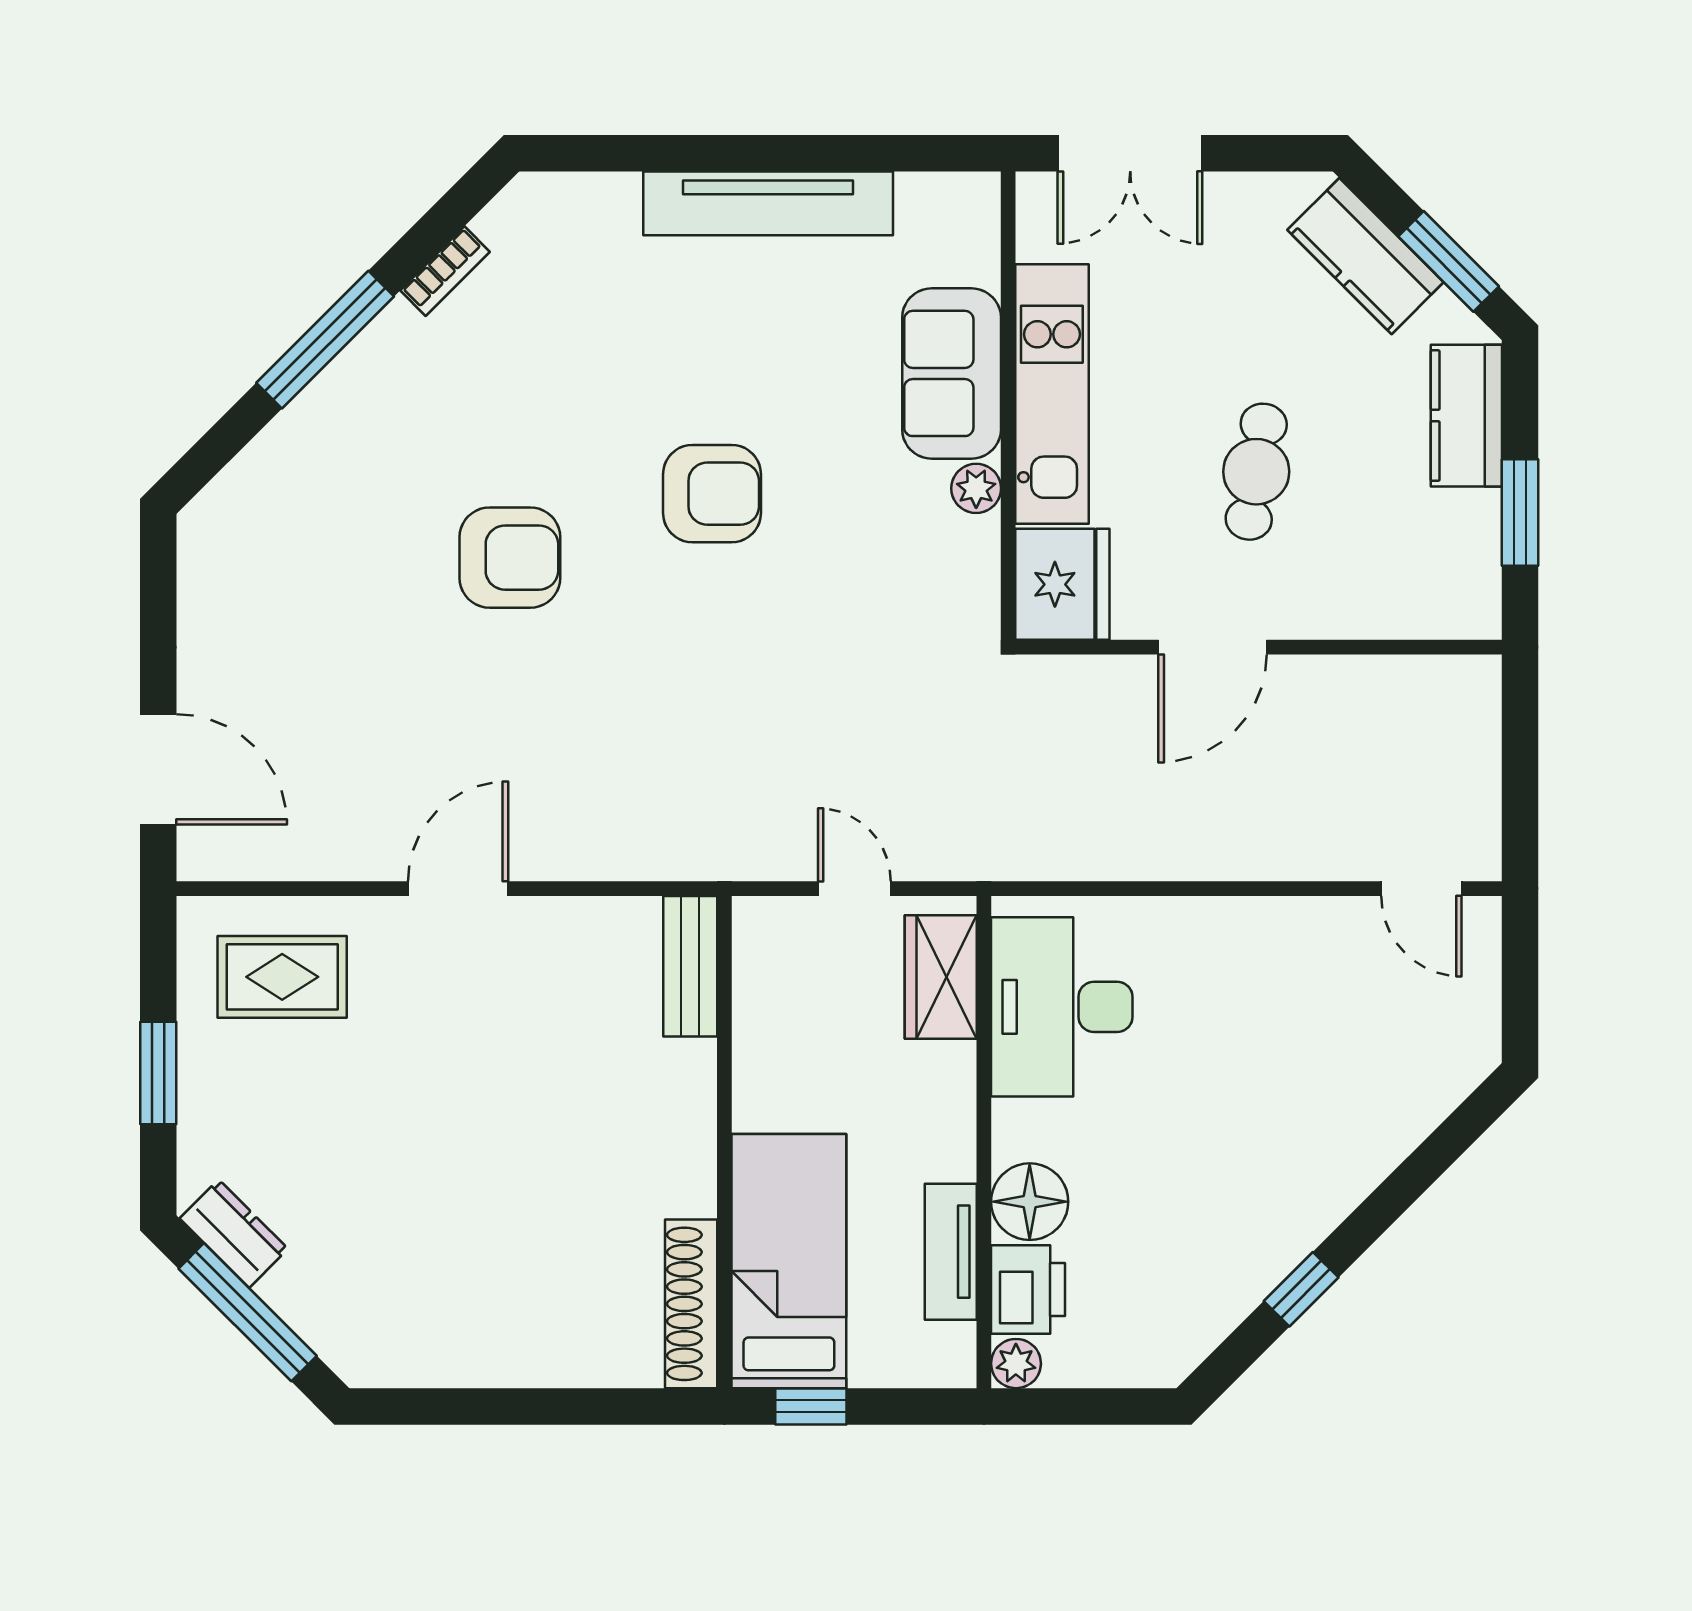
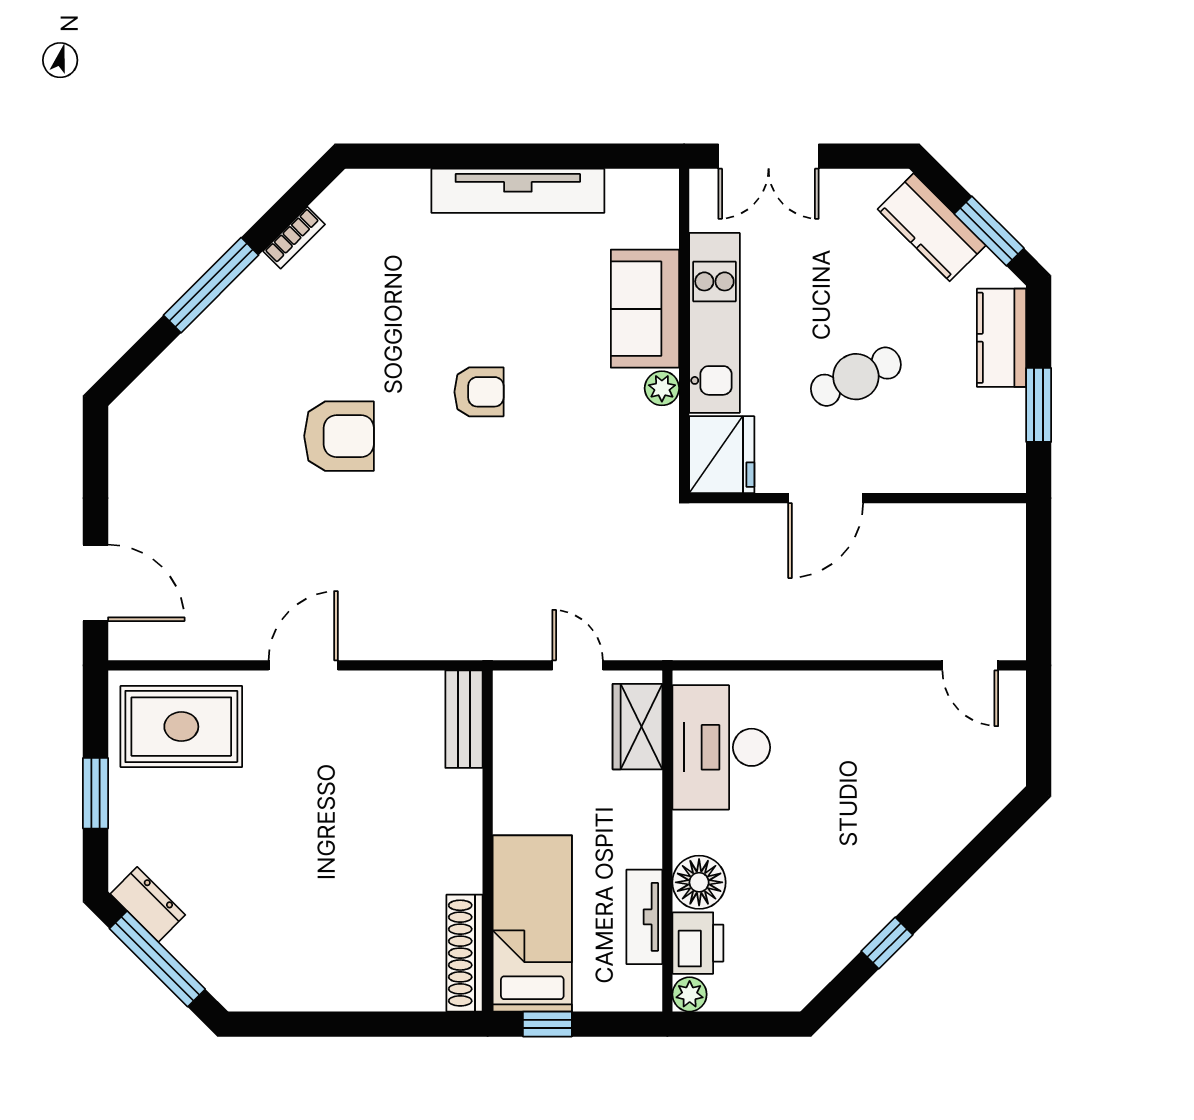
cafe table: (1256, 472) -> (856, 377), turned 57
armchair: (712, 494) -> (479, 392), width x0.72, depth x0.72
rug: (282, 977) -> (181, 727), width x1.36, depth x1.43

